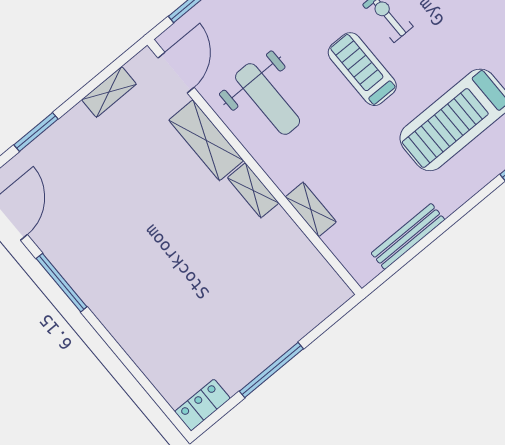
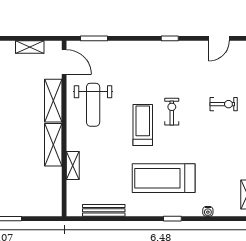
door: (176, 73) -> (64, 62), hinge flipped
shelving: (253, 190) -> (53, 145), width x1.50, depth x1.33

